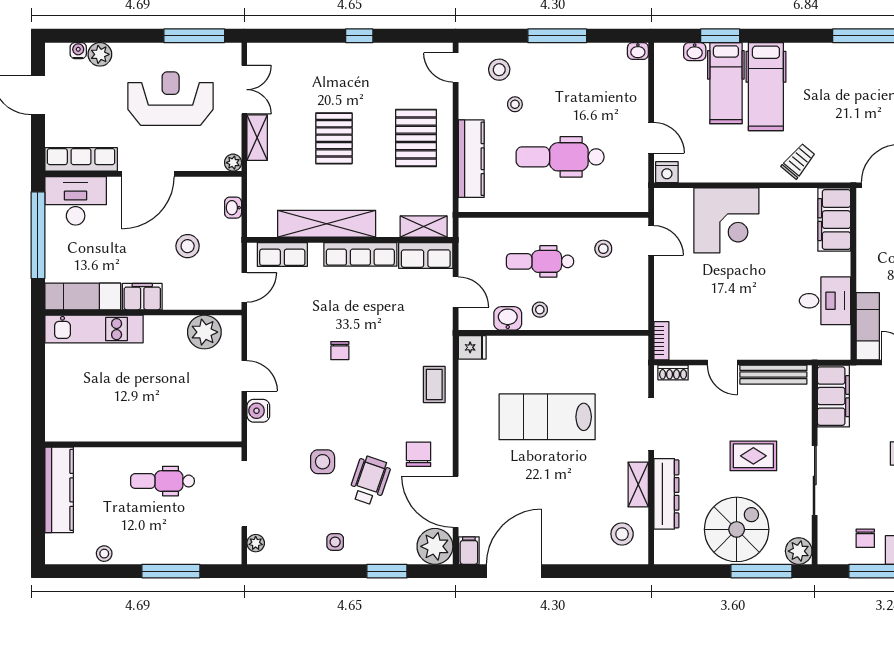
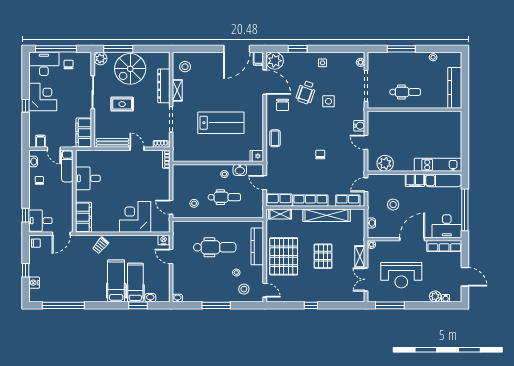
pallet: (416, 138) -> (284, 256), width x1.37, depth x1.41

